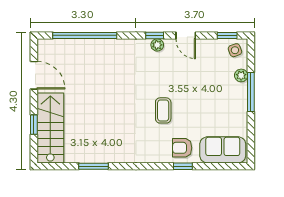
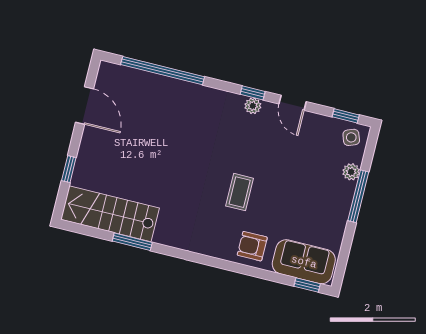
stairs: (50, 128) -> (110, 214), moved, turned -90
window: (183, 166) -> (307, 285), moved

